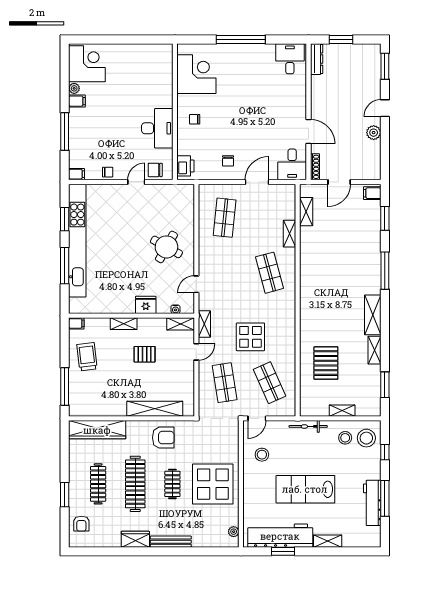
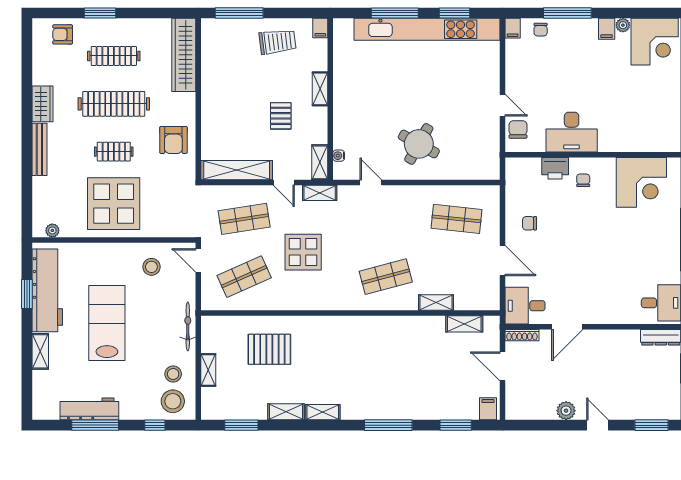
printer: (185, 166) -> (555, 168), moved
chair: (108, 172) -> (541, 30), moved
fridge: (146, 305) -> (344, 117), removed
shelving: (373, 315) -> (323, 412), width x0.67, depth x0.75
shelving: (155, 409) -> (237, 170), moved, turned 90

